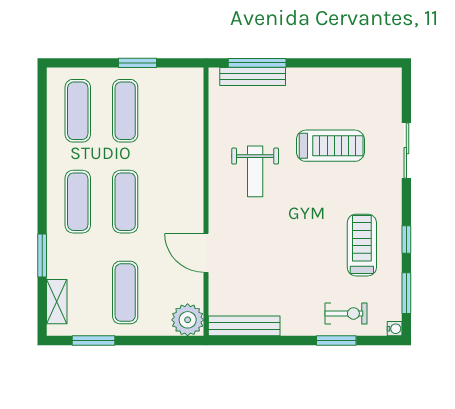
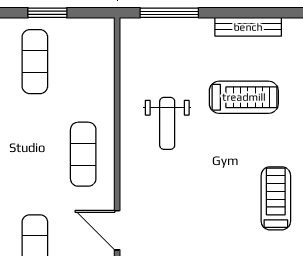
bench: (253, 76) -> (248, 27), moved
exercise mat: (125, 202) -> (83, 154), moved
door: (206, 253) -> (117, 230), moved

